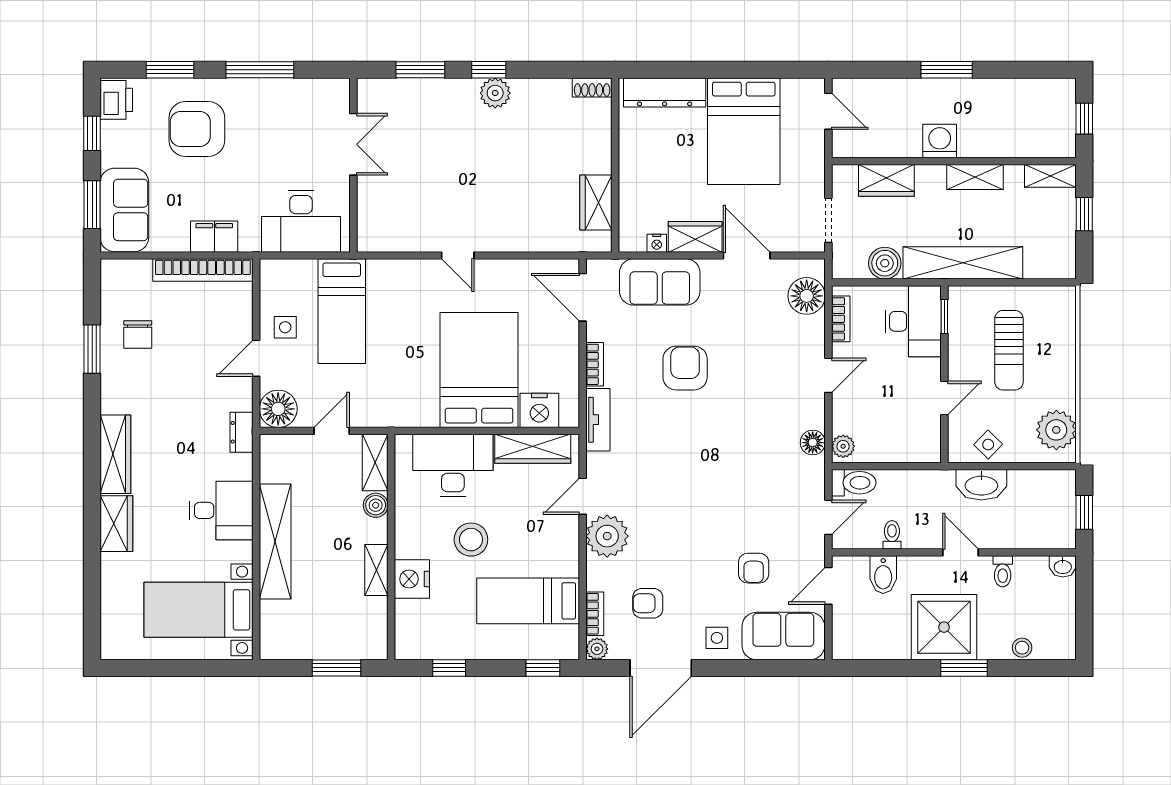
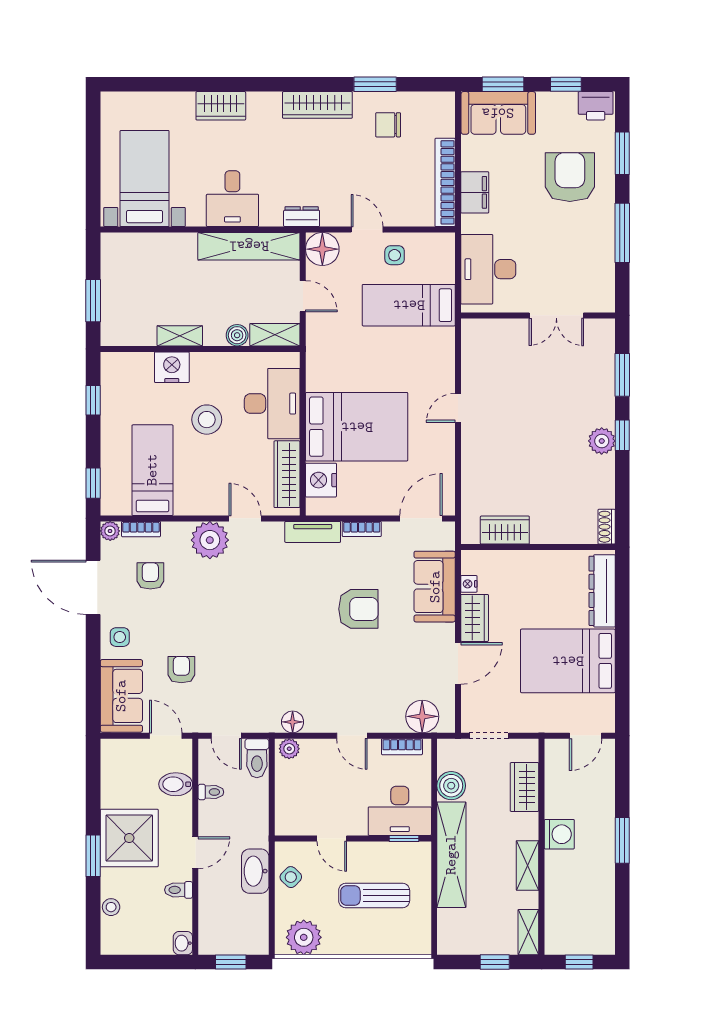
wardrobe: (115, 454) -> (317, 105), moved
shelving: (275, 541) -> (249, 246), moved
armchair: (754, 568) -> (181, 670), turned 90

